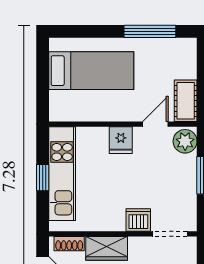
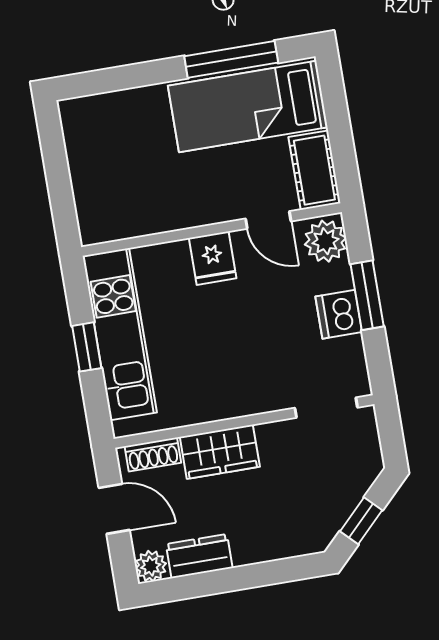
bed: (91, 71) -> (248, 107), moved, turned 180
door: (155, 124) -> (268, 220), swing flipped
dishwasher: (138, 220) -> (339, 314), moved, turned -90

